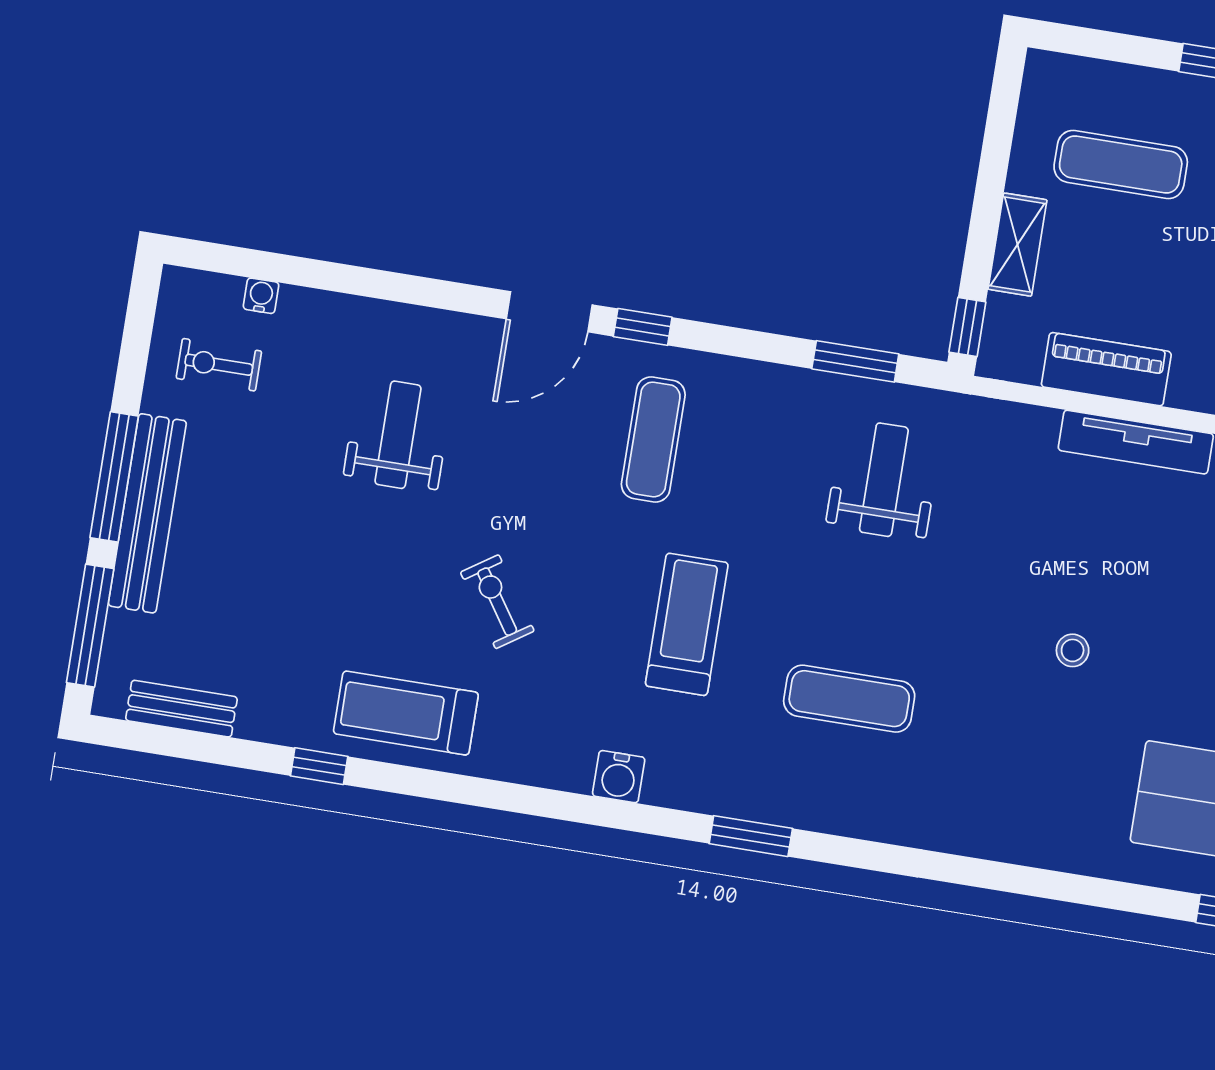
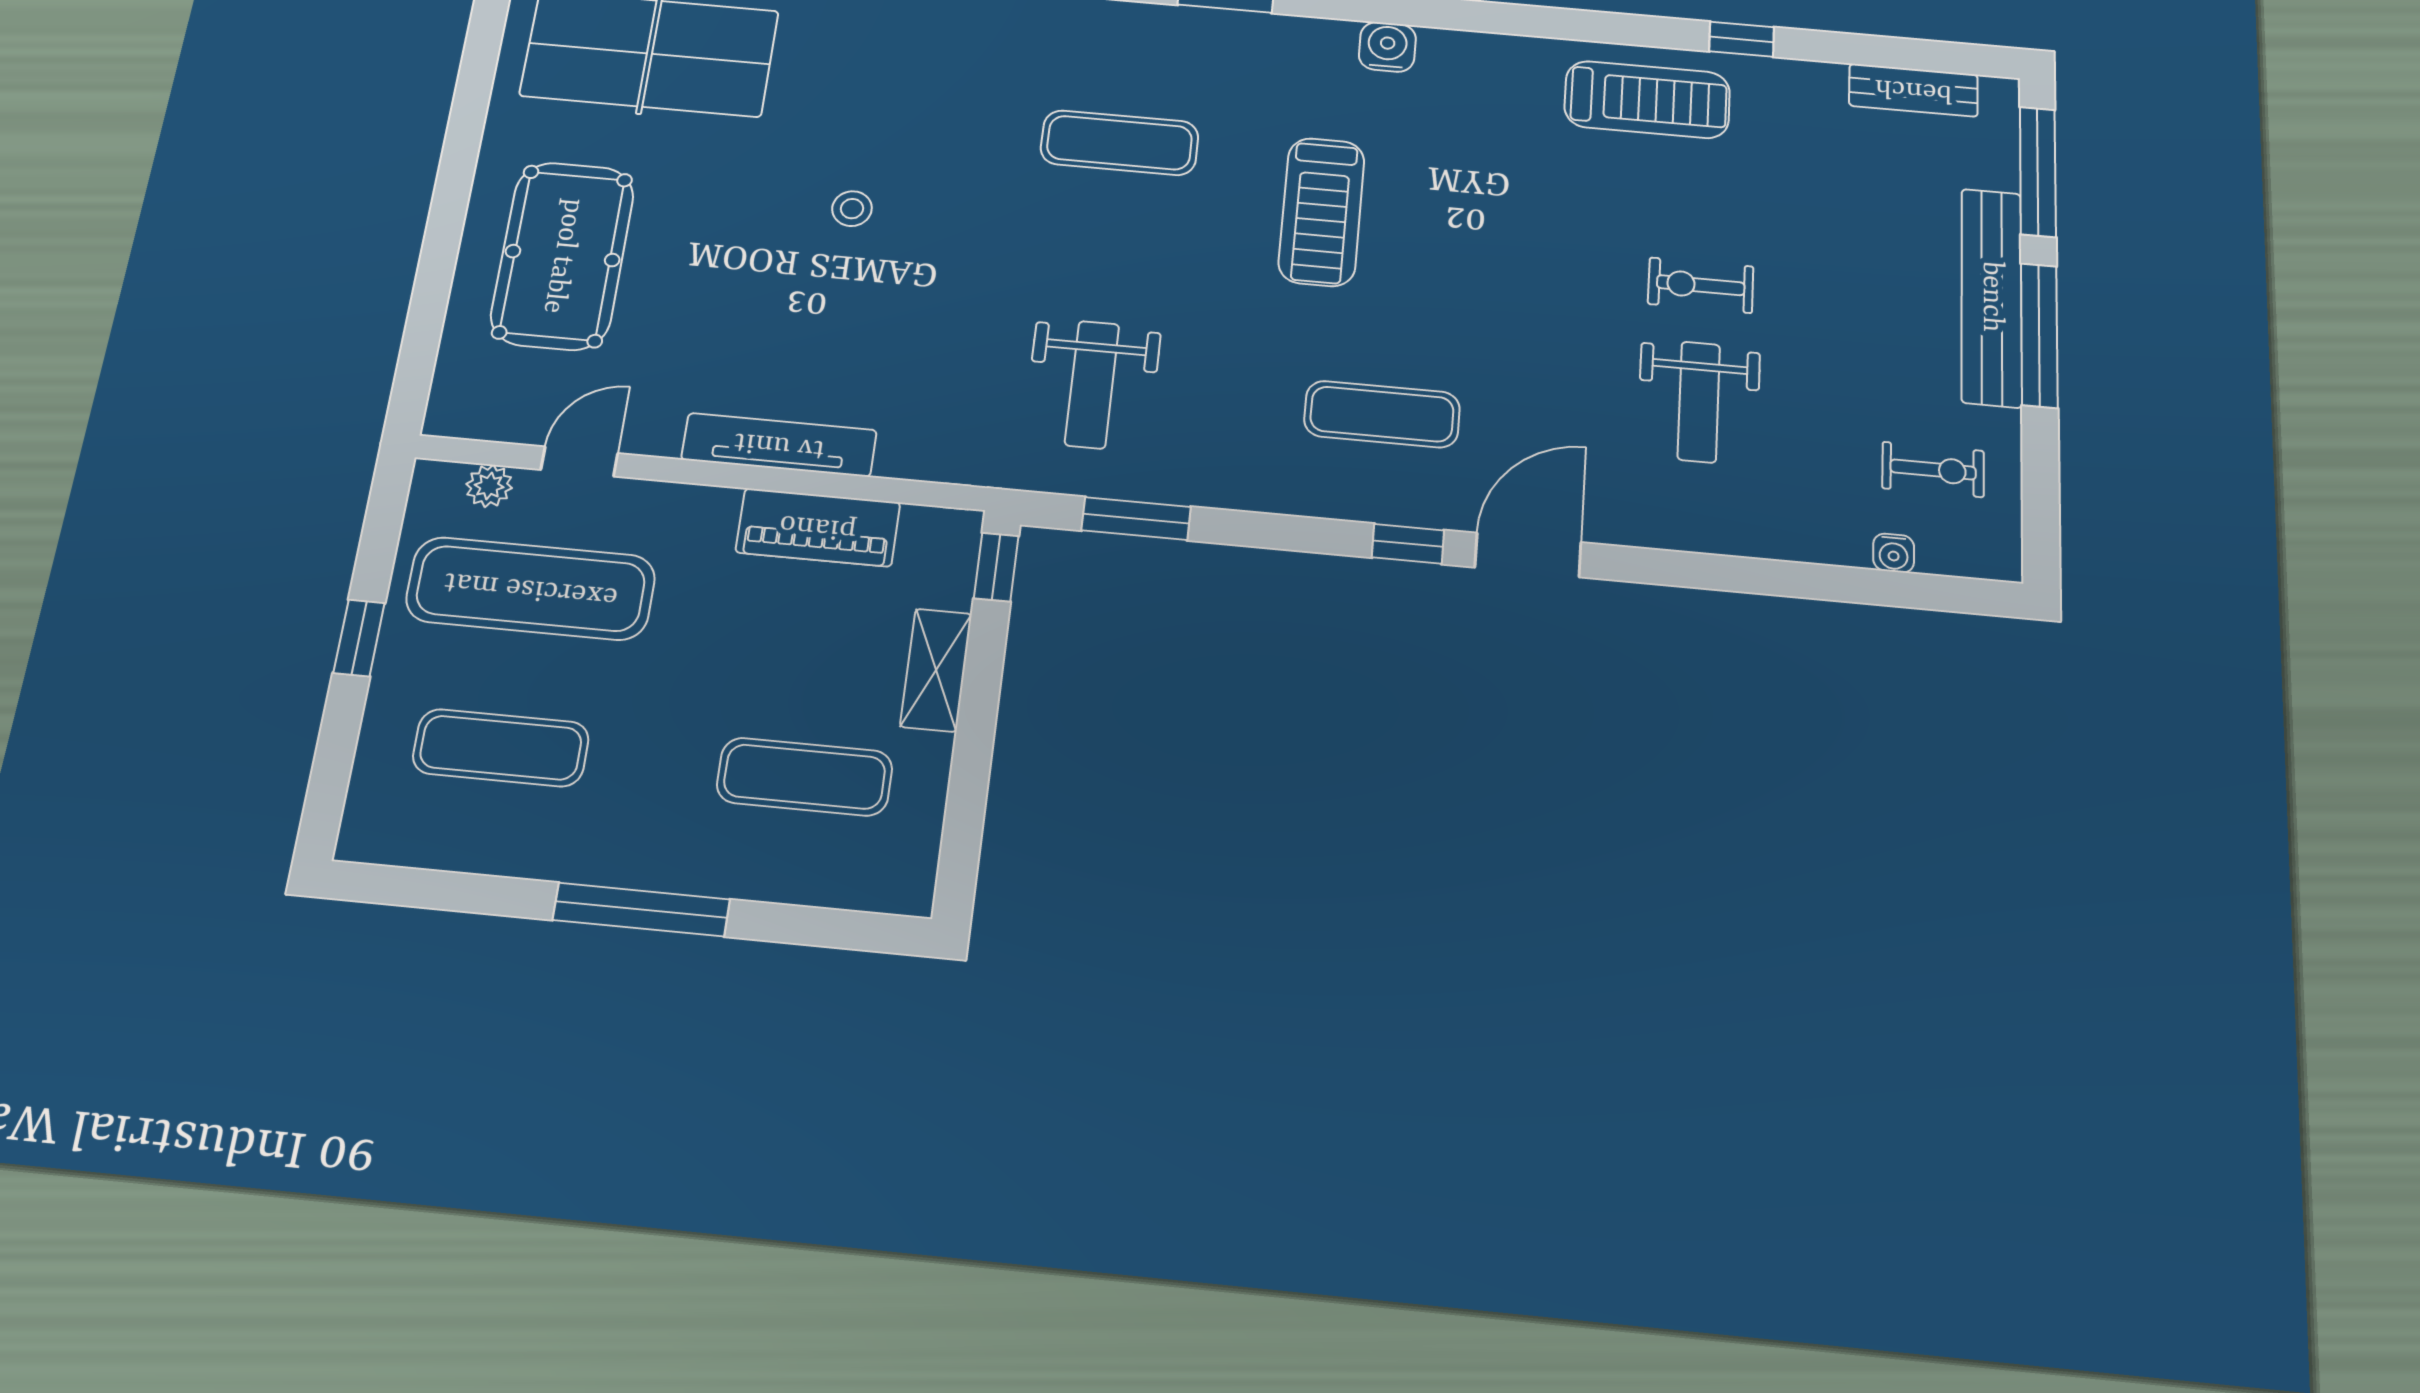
exercise mat: (653, 439) -> (1382, 414), turned 90
exercise bike: (497, 602) -> (1701, 285), moved, turned 124

